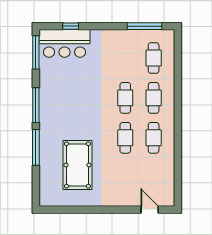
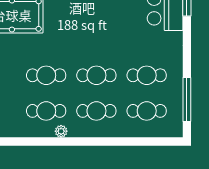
cafe table: (125, 58) -> (147, 75), added
plant: (170, 126) -> (61, 131), added

